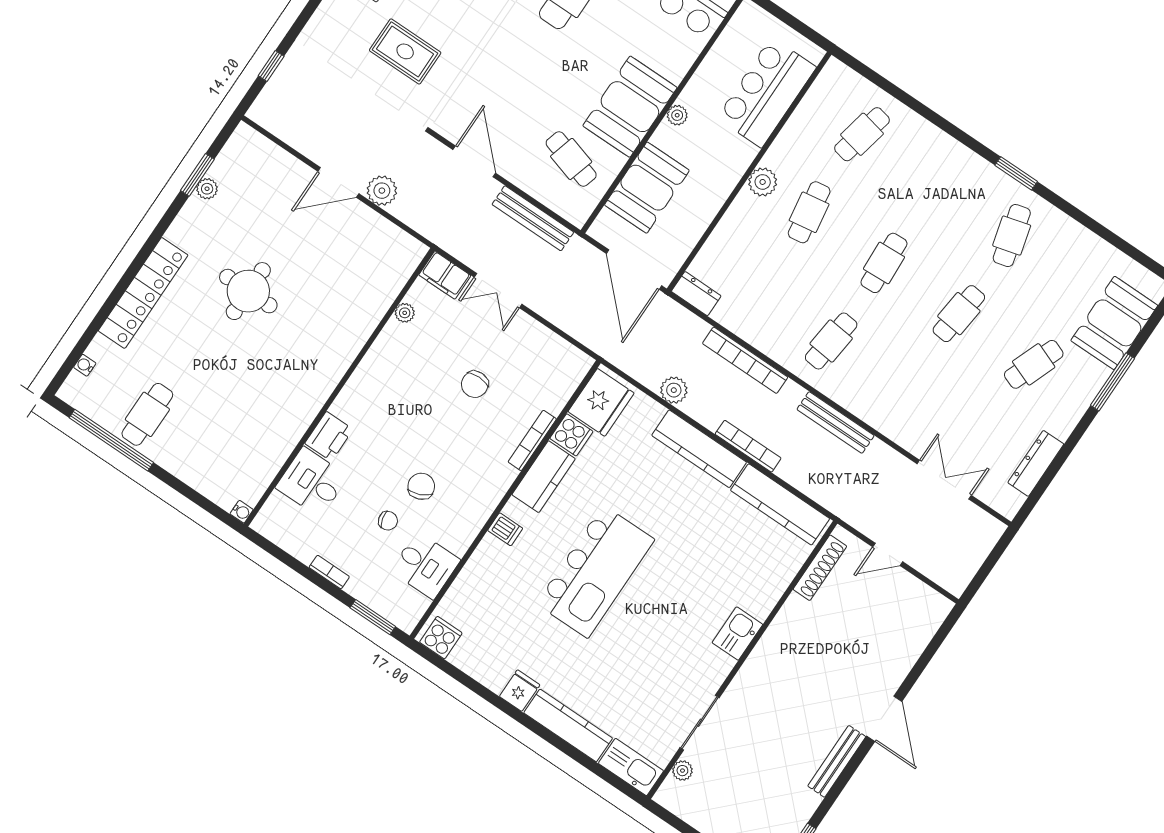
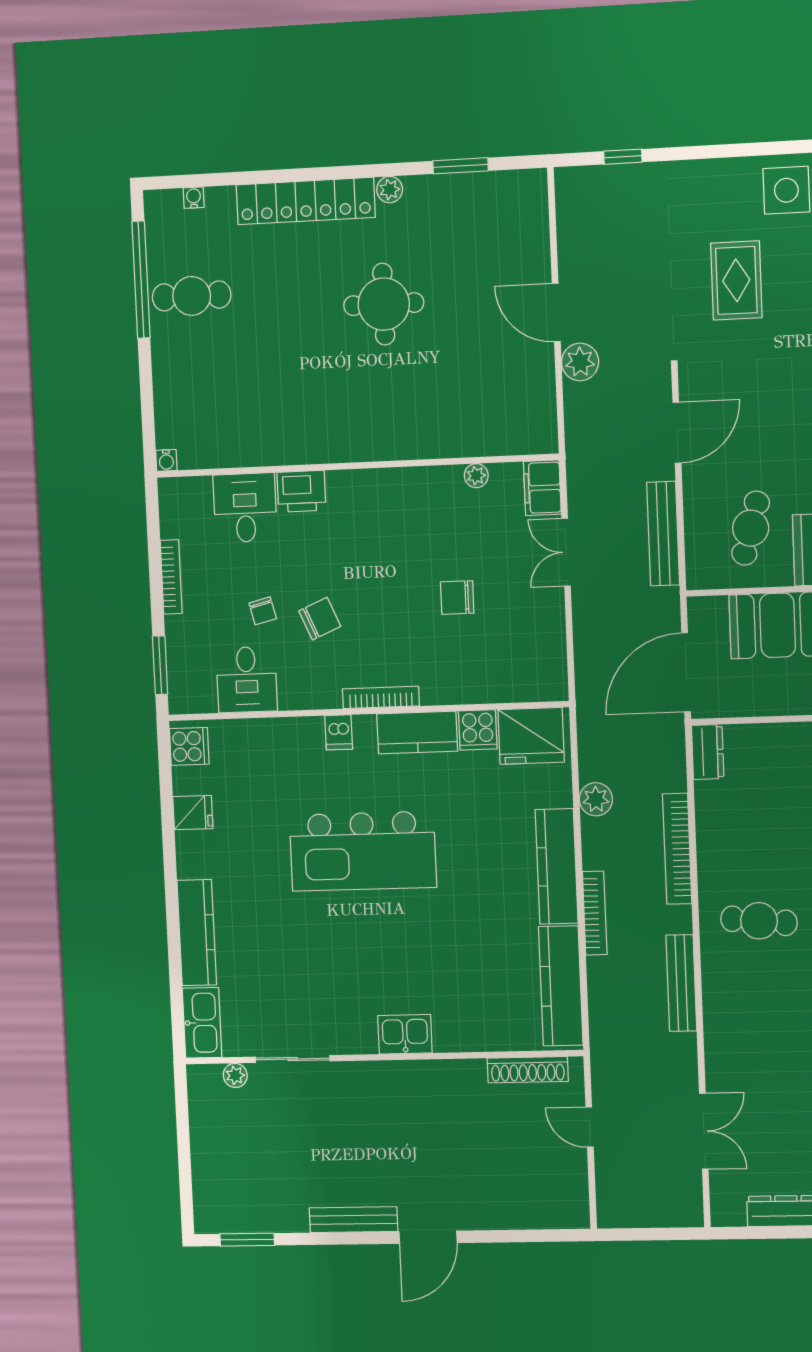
plant: (207, 189) -> (390, 190), moved
bookcase: (532, 440) -> (381, 697), moved
bookcase: (329, 572) -> (171, 577), width x1.56
fridge: (520, 691) -> (193, 813), moved

